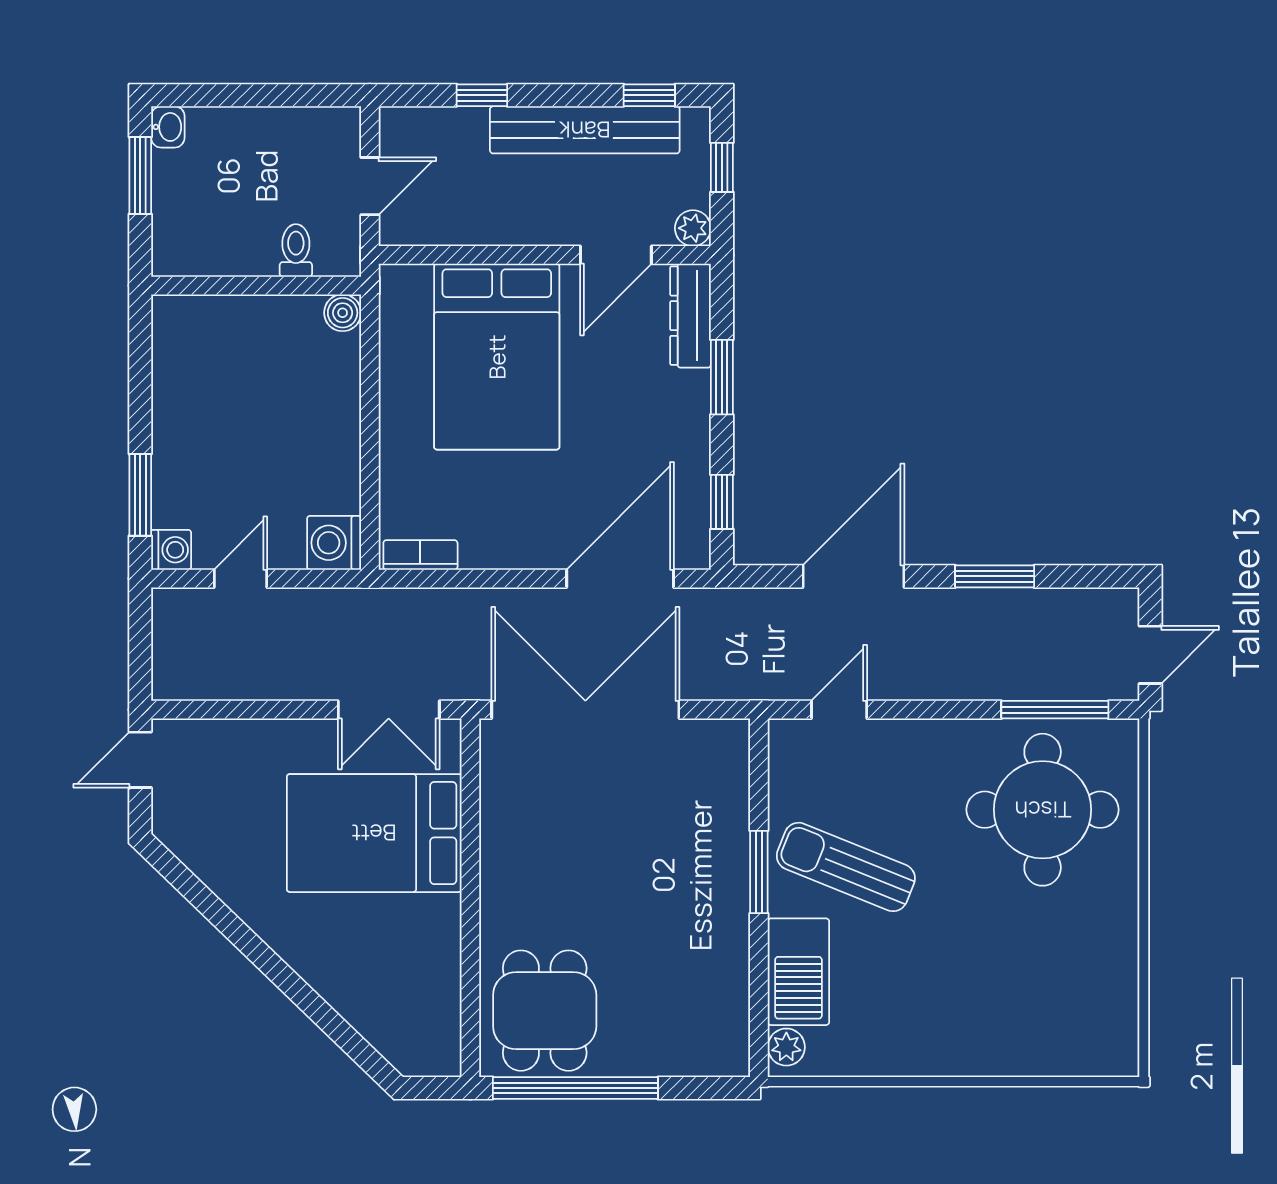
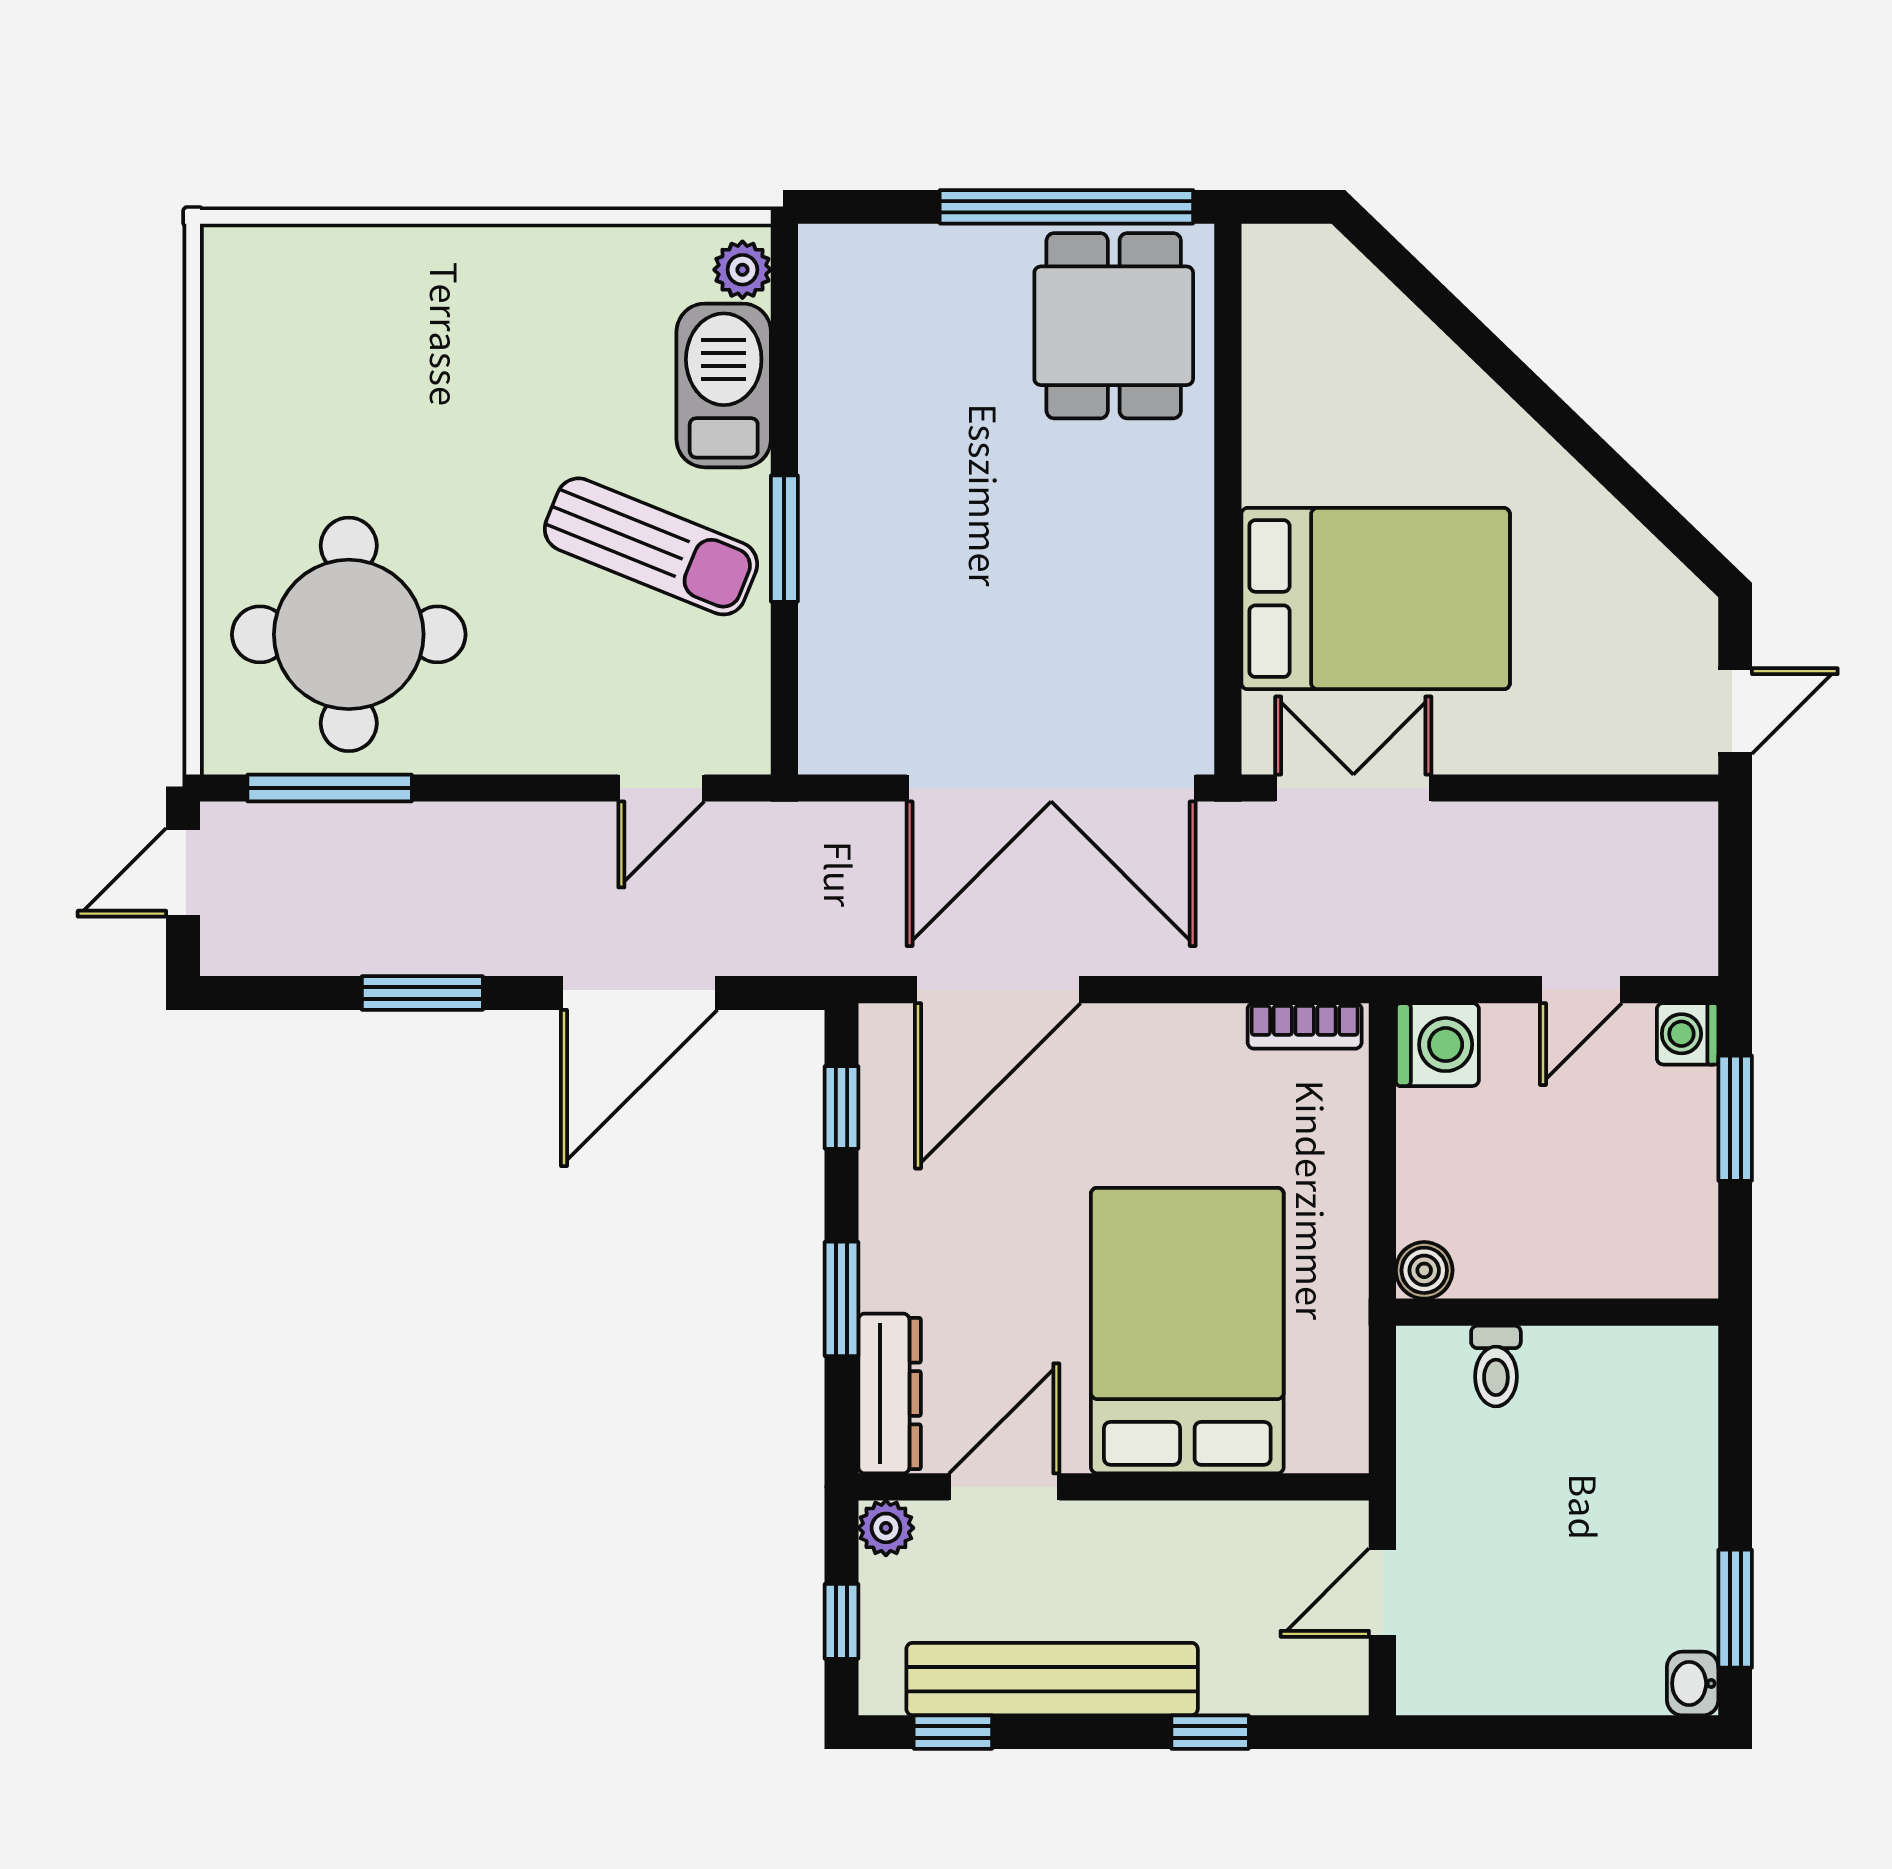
toilet: (296, 250) -> (1496, 1366), moved
wall: (256, 286) -> (1557, 1312), moved
boiler: (343, 313) -> (1424, 1270), moved

